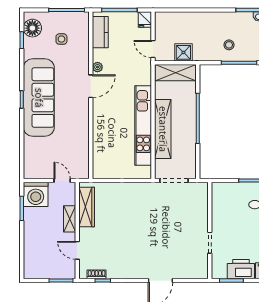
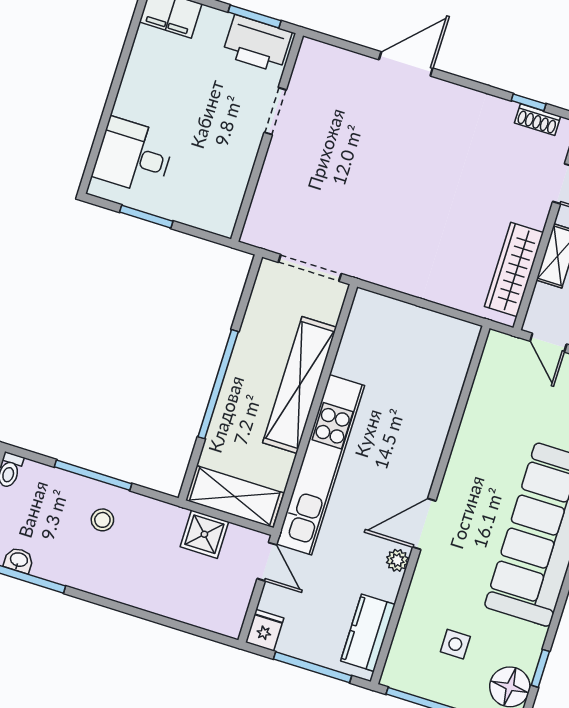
kitchen unit: (143, 126) -> (320, 465), moved
printer: (241, 269) -> (257, 44), moved

